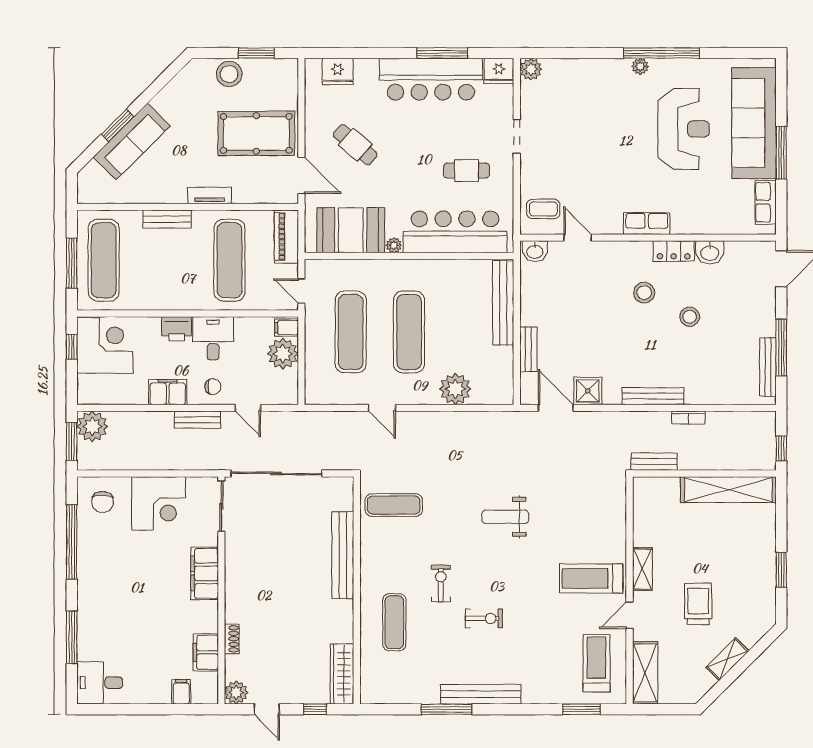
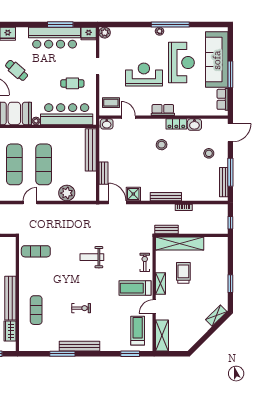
reception desk: (609, 153) -> (144, 74), added
stool: (690, 317) -> (209, 153), moved
door: (382, 408) -> (30, 202), swing flipped
shelving: (728, 490) -> (180, 244), moved
bench: (343, 555) -> (10, 298), moved
exercise bike: (441, 583) -> (145, 262), moved
trolley: (698, 604) -> (183, 273), moved
shelving: (727, 659) -> (216, 316), moved
wardrobe: (342, 674) -> (10, 331), width x0.67

